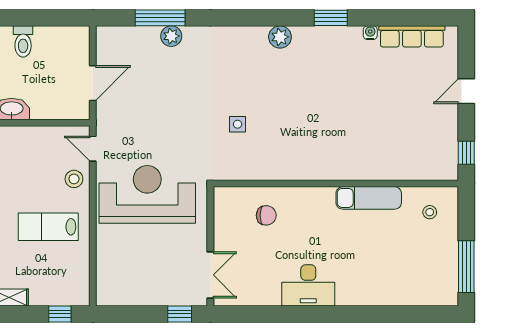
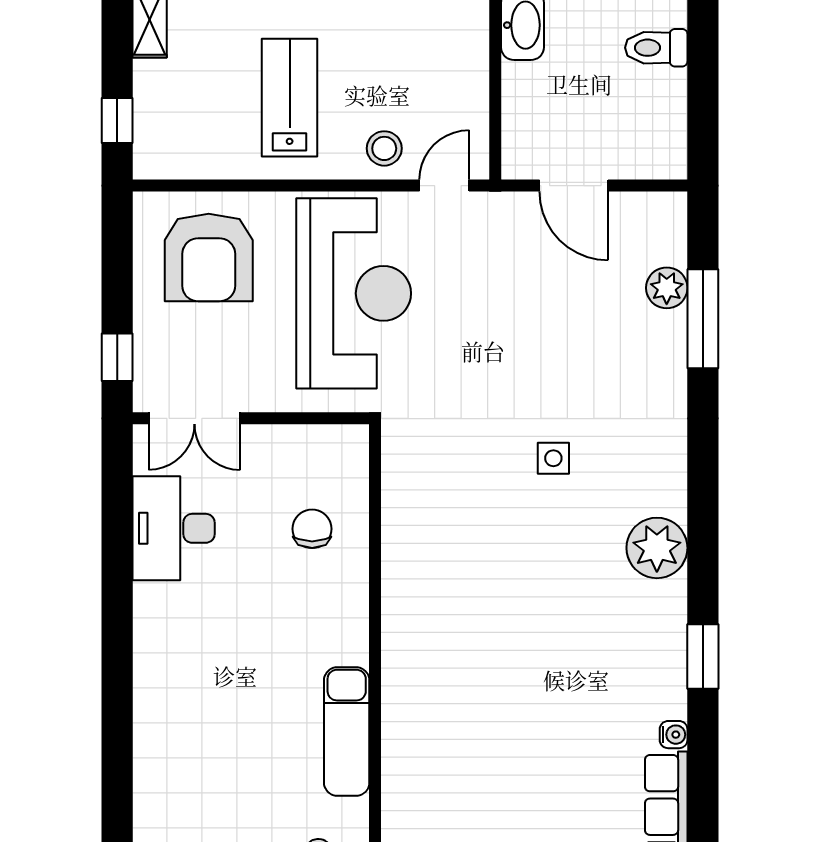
plant: (171, 36) -> (667, 288), moved
plant: (280, 37) -> (657, 548), width x1.36, depth x1.36
side table: (238, 124) -> (553, 458), moved
chair: (266, 215) -> (312, 529), turned 180
armchair: (129, 268) -> (209, 257), added
desk: (308, 285) -> (174, 528), moved

